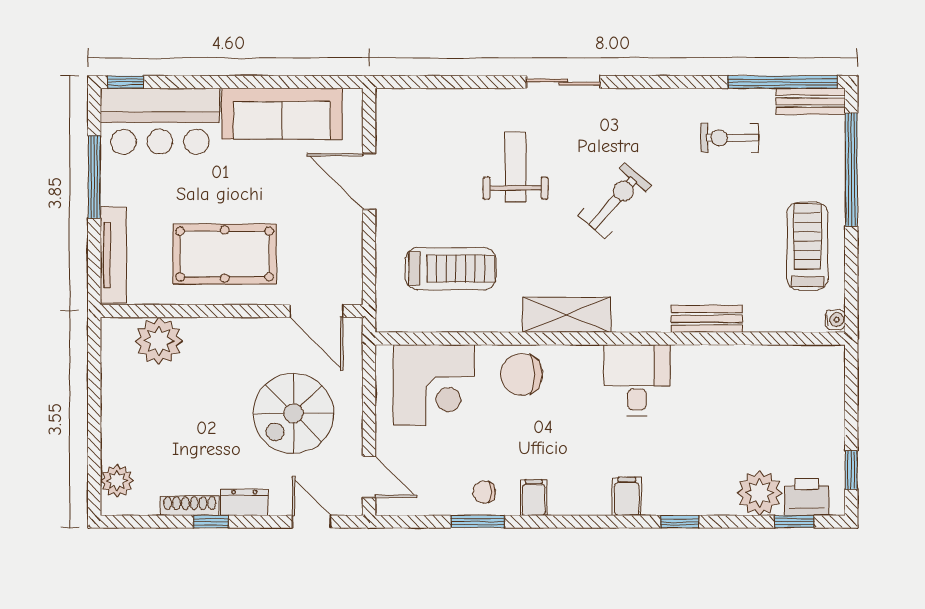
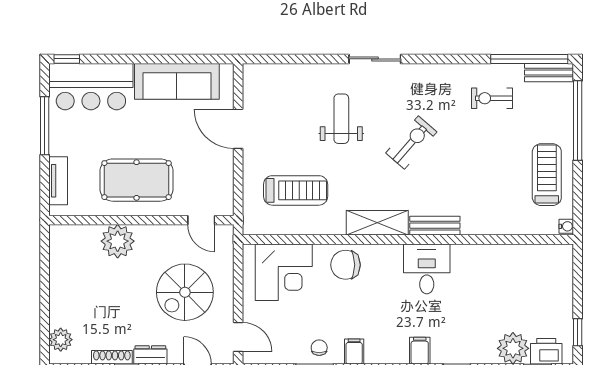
tv unit: (113, 255) -> (58, 181), width x0.71
door: (317, 311) -> (201, 220), width x0.73
bench: (707, 319) -> (435, 226), moved
plant: (159, 341) -> (118, 241), moved
chair: (484, 492) -> (319, 348), turned 90

